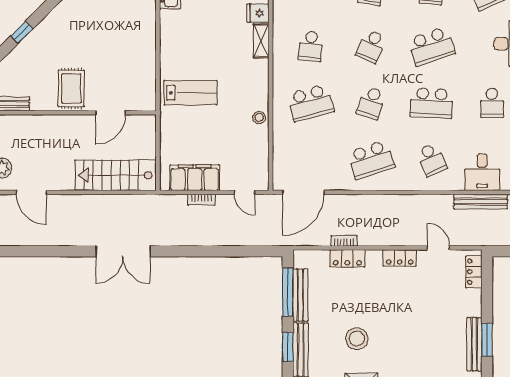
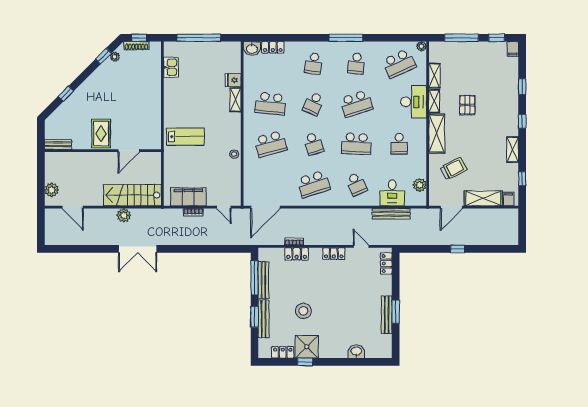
school desk: (311, 46) -> (271, 104), width x1.85
school desk: (371, 103) -> (313, 144), turned -36
plant: (103, 204) -> (124, 215), added

